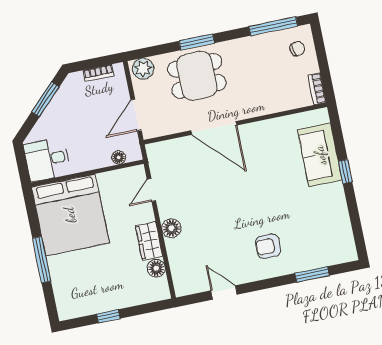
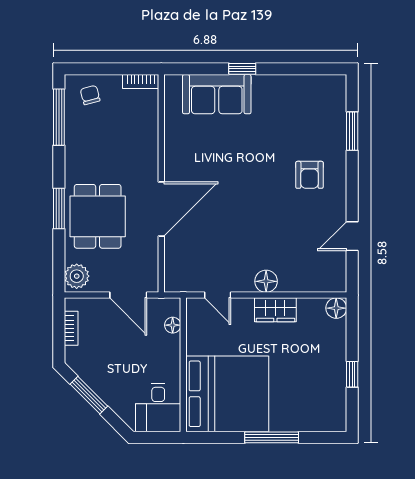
floor lamp: (156, 268) -> (336, 308), moved

